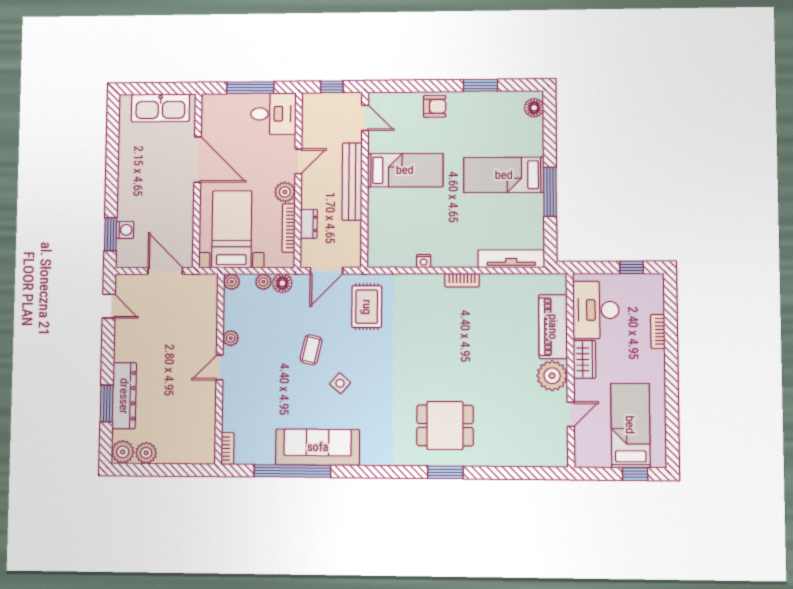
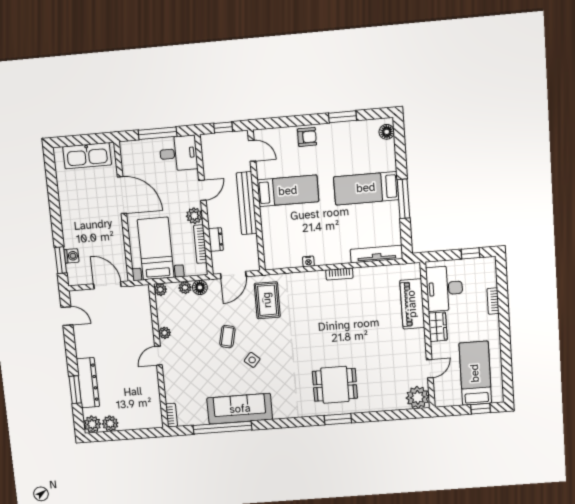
plant: (552, 376) -> (418, 397), moved

